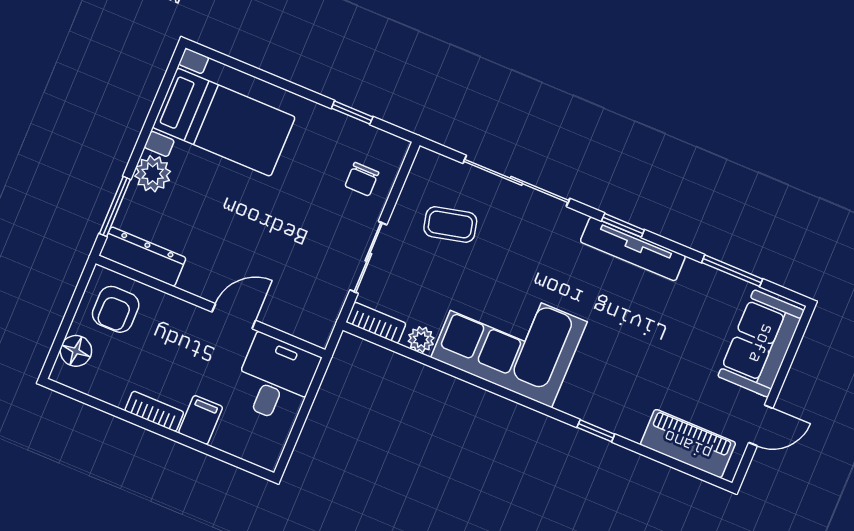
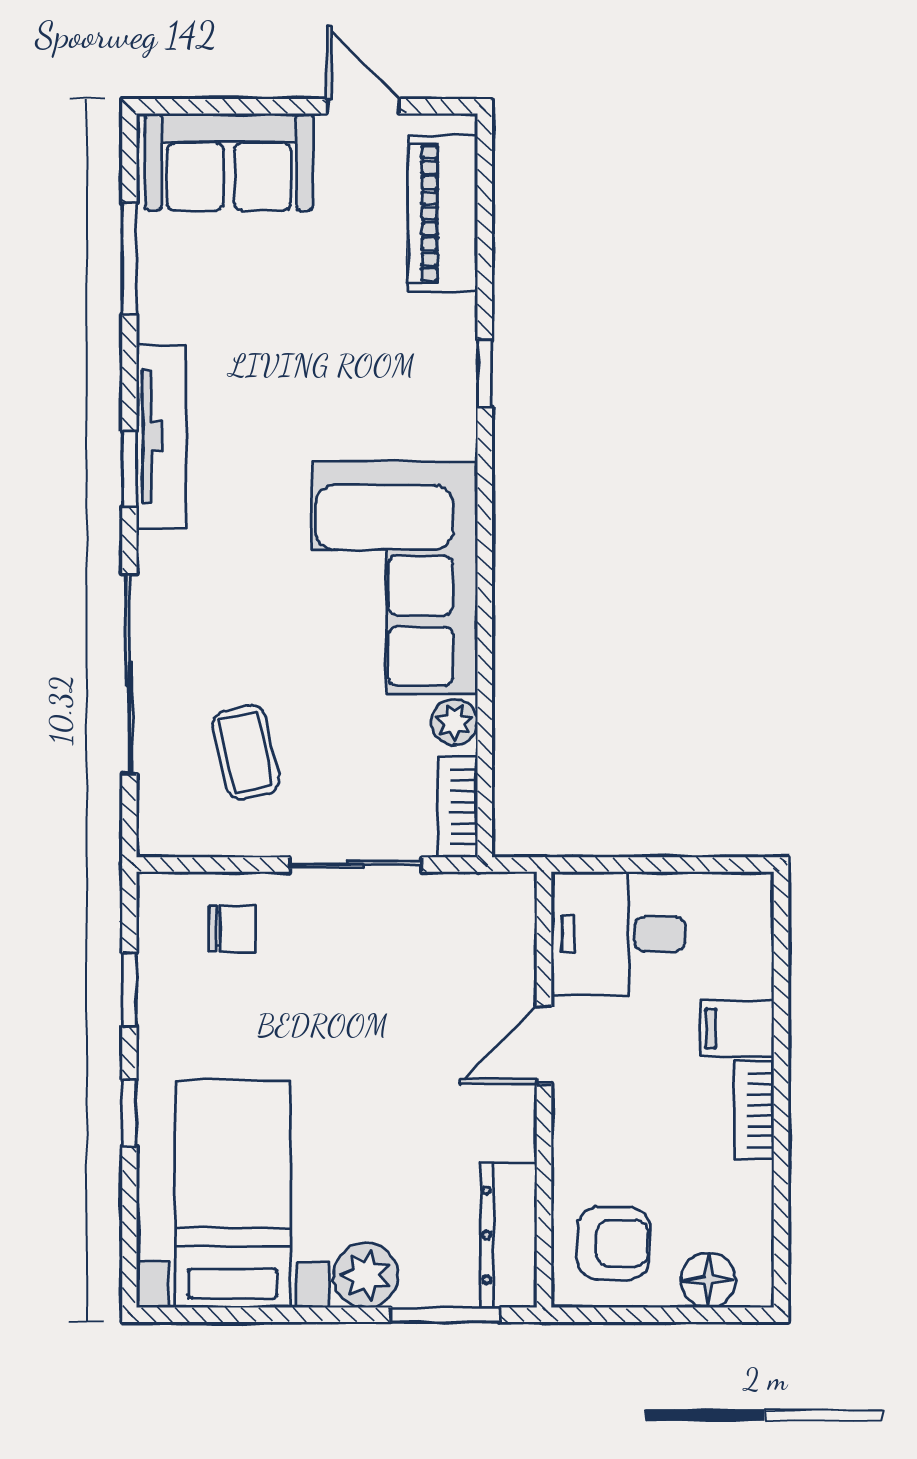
window: (288, 86) -> (129, 1113), added
door: (234, 316) -> (544, 1045), hinge flipped

